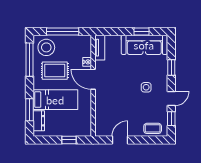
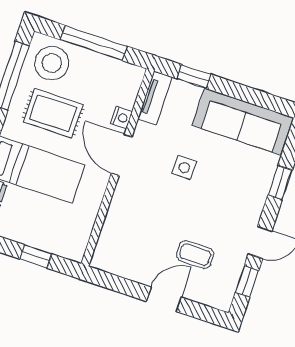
window: (141, 32) -> (194, 77), moved
side table: (146, 87) -> (184, 168), moved
coffee table: (153, 128) -> (195, 255), moved
door: (120, 140) -> (164, 299), moved

